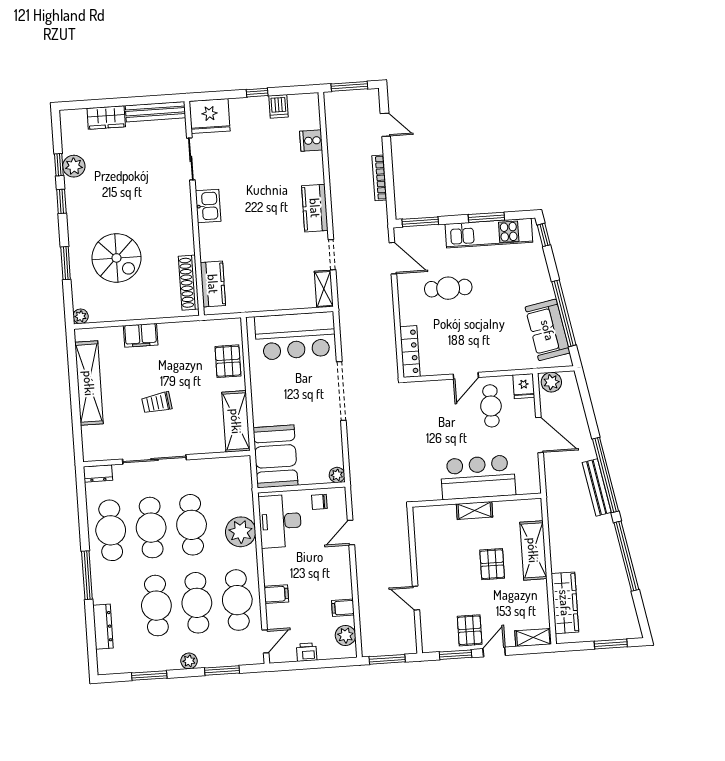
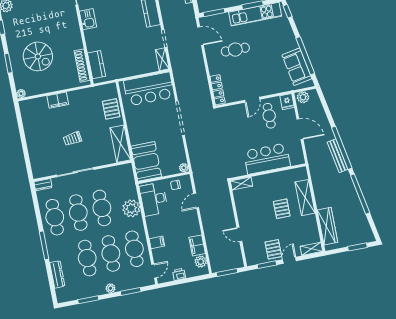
shelving: (89, 383) -> (31, 132), removed
shelving: (475, 510) -> (241, 183), moved
filing cabinet: (343, 608) -> (197, 245), width x2.00

